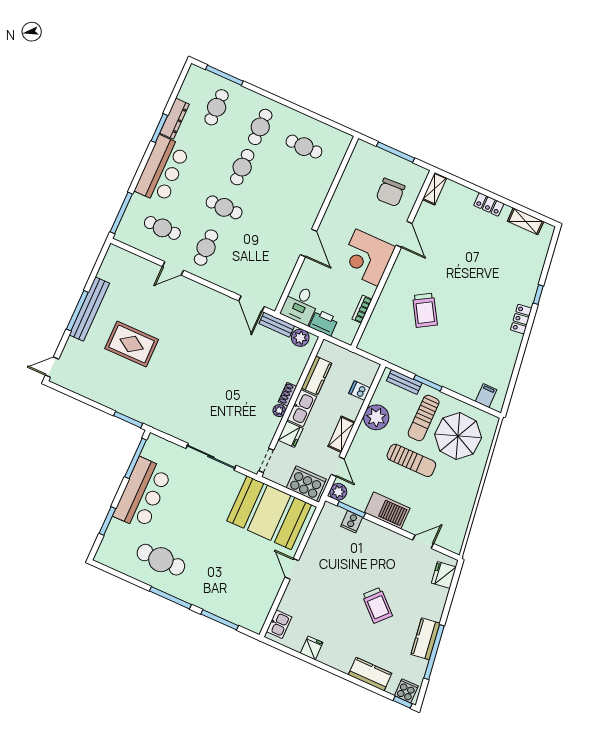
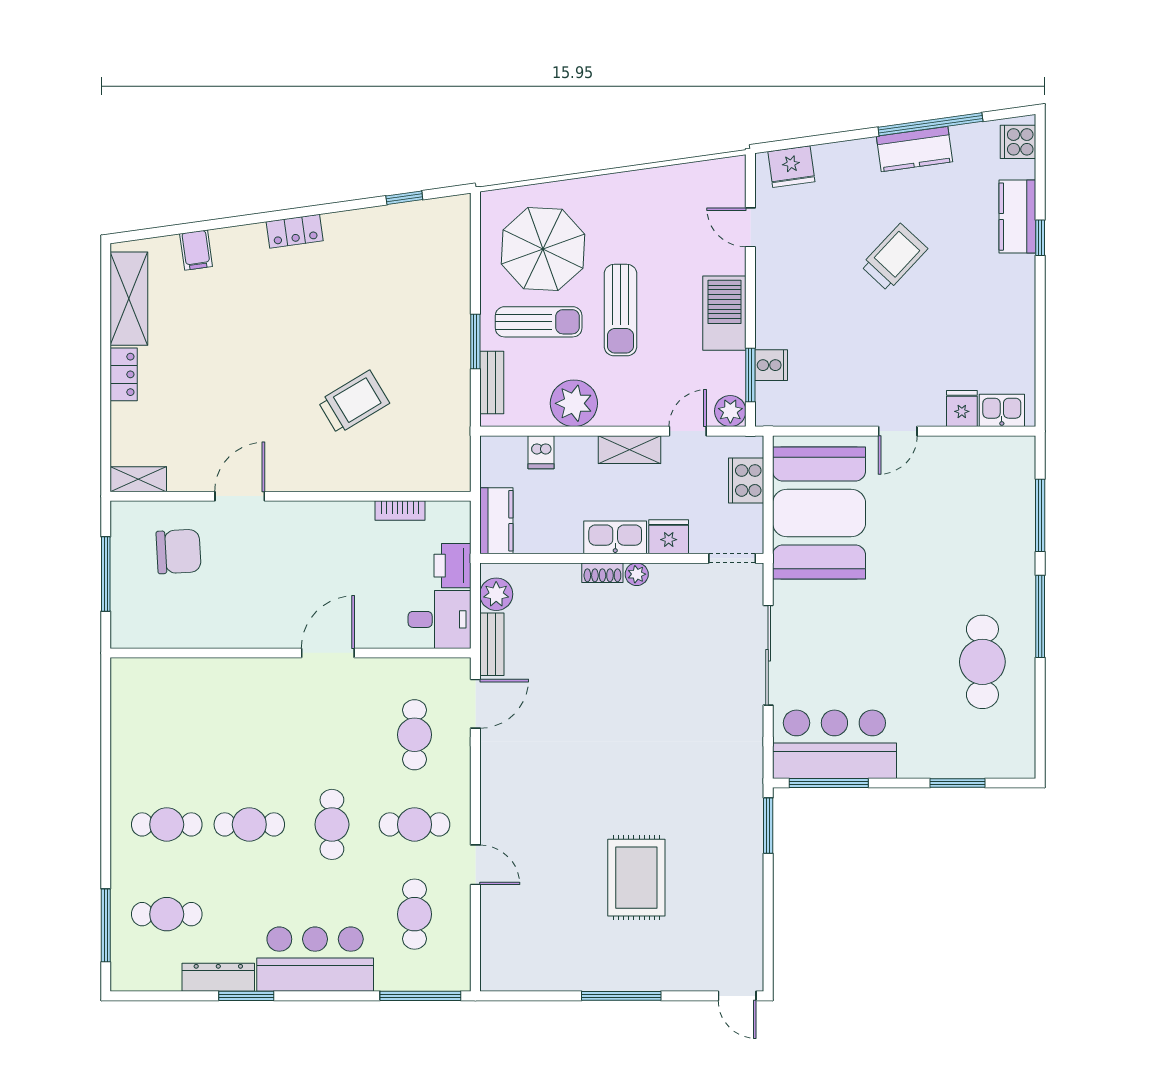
cafe table: (304, 147) -> (414, 735), moved
shelving: (526, 221) -> (129, 299), width x1.50, depth x1.33
corner desk: (367, 258) -> (308, 542), removed
window: (538, 295) -> (404, 198), moved
bench: (89, 309) -> (609, 977), removed
kitchen counter: (316, 376) -> (496, 521), moved, turned 90
filing cabinet: (486, 396) -> (196, 250), moved, turned -98
sun lounger: (411, 460) -> (620, 310), turned 180
cooker: (306, 484) -> (746, 480), width x0.73, depth x0.76
bar counter: (142, 493) -> (834, 744), moved
fridge: (312, 648) -> (962, 409), moved, turned 90
window: (403, 702) -> (1040, 238), moved

